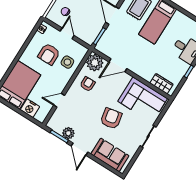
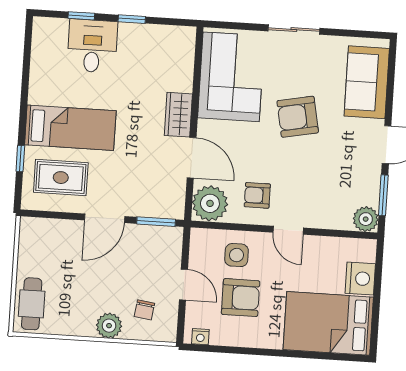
door: (67, 33) -> (183, 285), swing flipped
wardrobe: (161, 84) -> (178, 115), moved
door: (59, 100) -> (288, 230), moved
plant: (68, 133) -> (366, 219), moved

